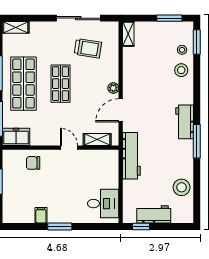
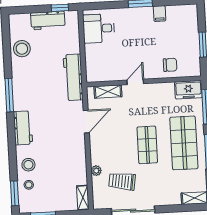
plant: (113, 88) -> (96, 171), moved
workbench: (185, 122) -> (23, 128), moved
door: (69, 148) -> (135, 82), swing flipped

